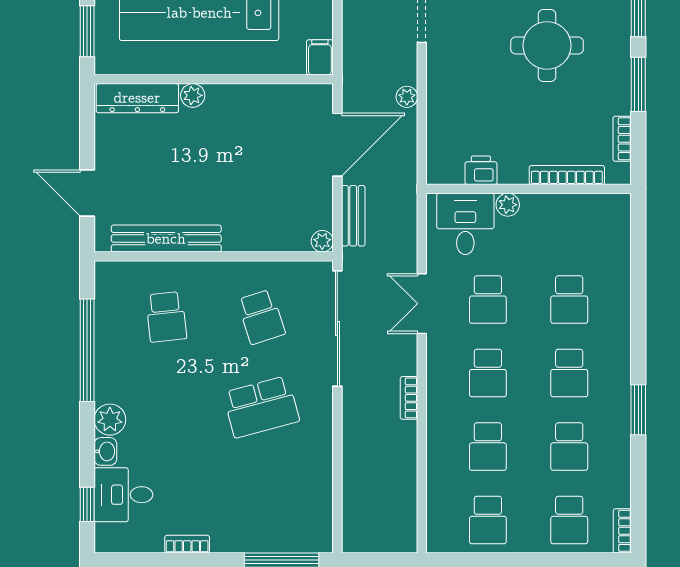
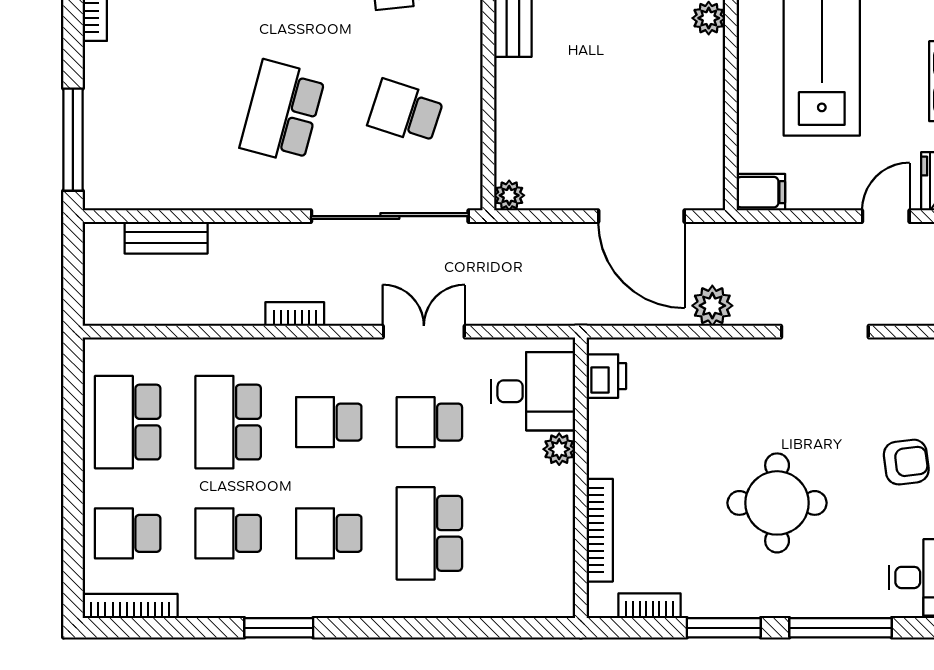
plant: (407, 97) -> (712, 306), width x1.38, depth x1.38
printer: (481, 170) -> (606, 376), moved
bench: (353, 216) -> (166, 238), moved
school desk: (569, 300) -> (429, 533), width x1.85
school desk: (261, 317) -> (406, 112), turned 36
school desk: (261, 407) -> (283, 112), turned 30
school desk: (488, 447) -> (228, 422), width x1.85
school desk: (488, 520) -> (128, 422), width x1.85
bookcase: (622, 531) -> (130, 606), width x1.56

